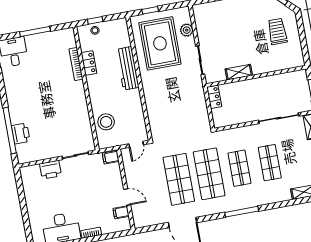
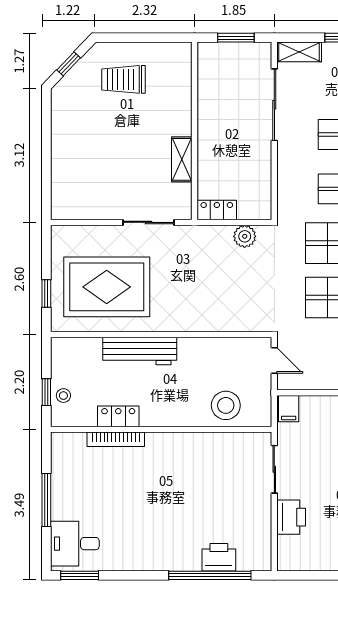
plant: (187, 30) -> (245, 236), moved

